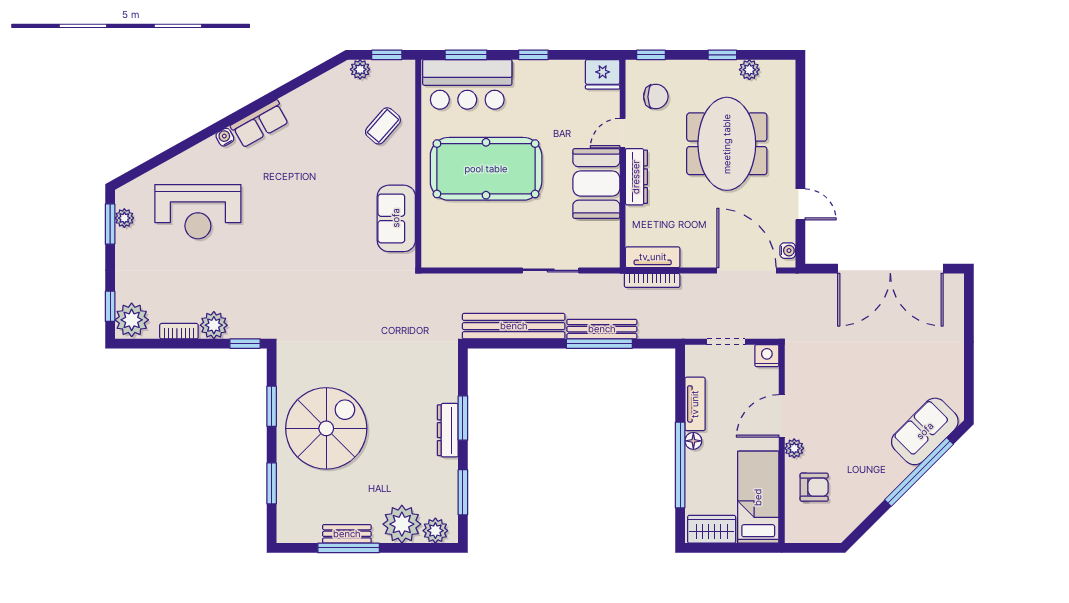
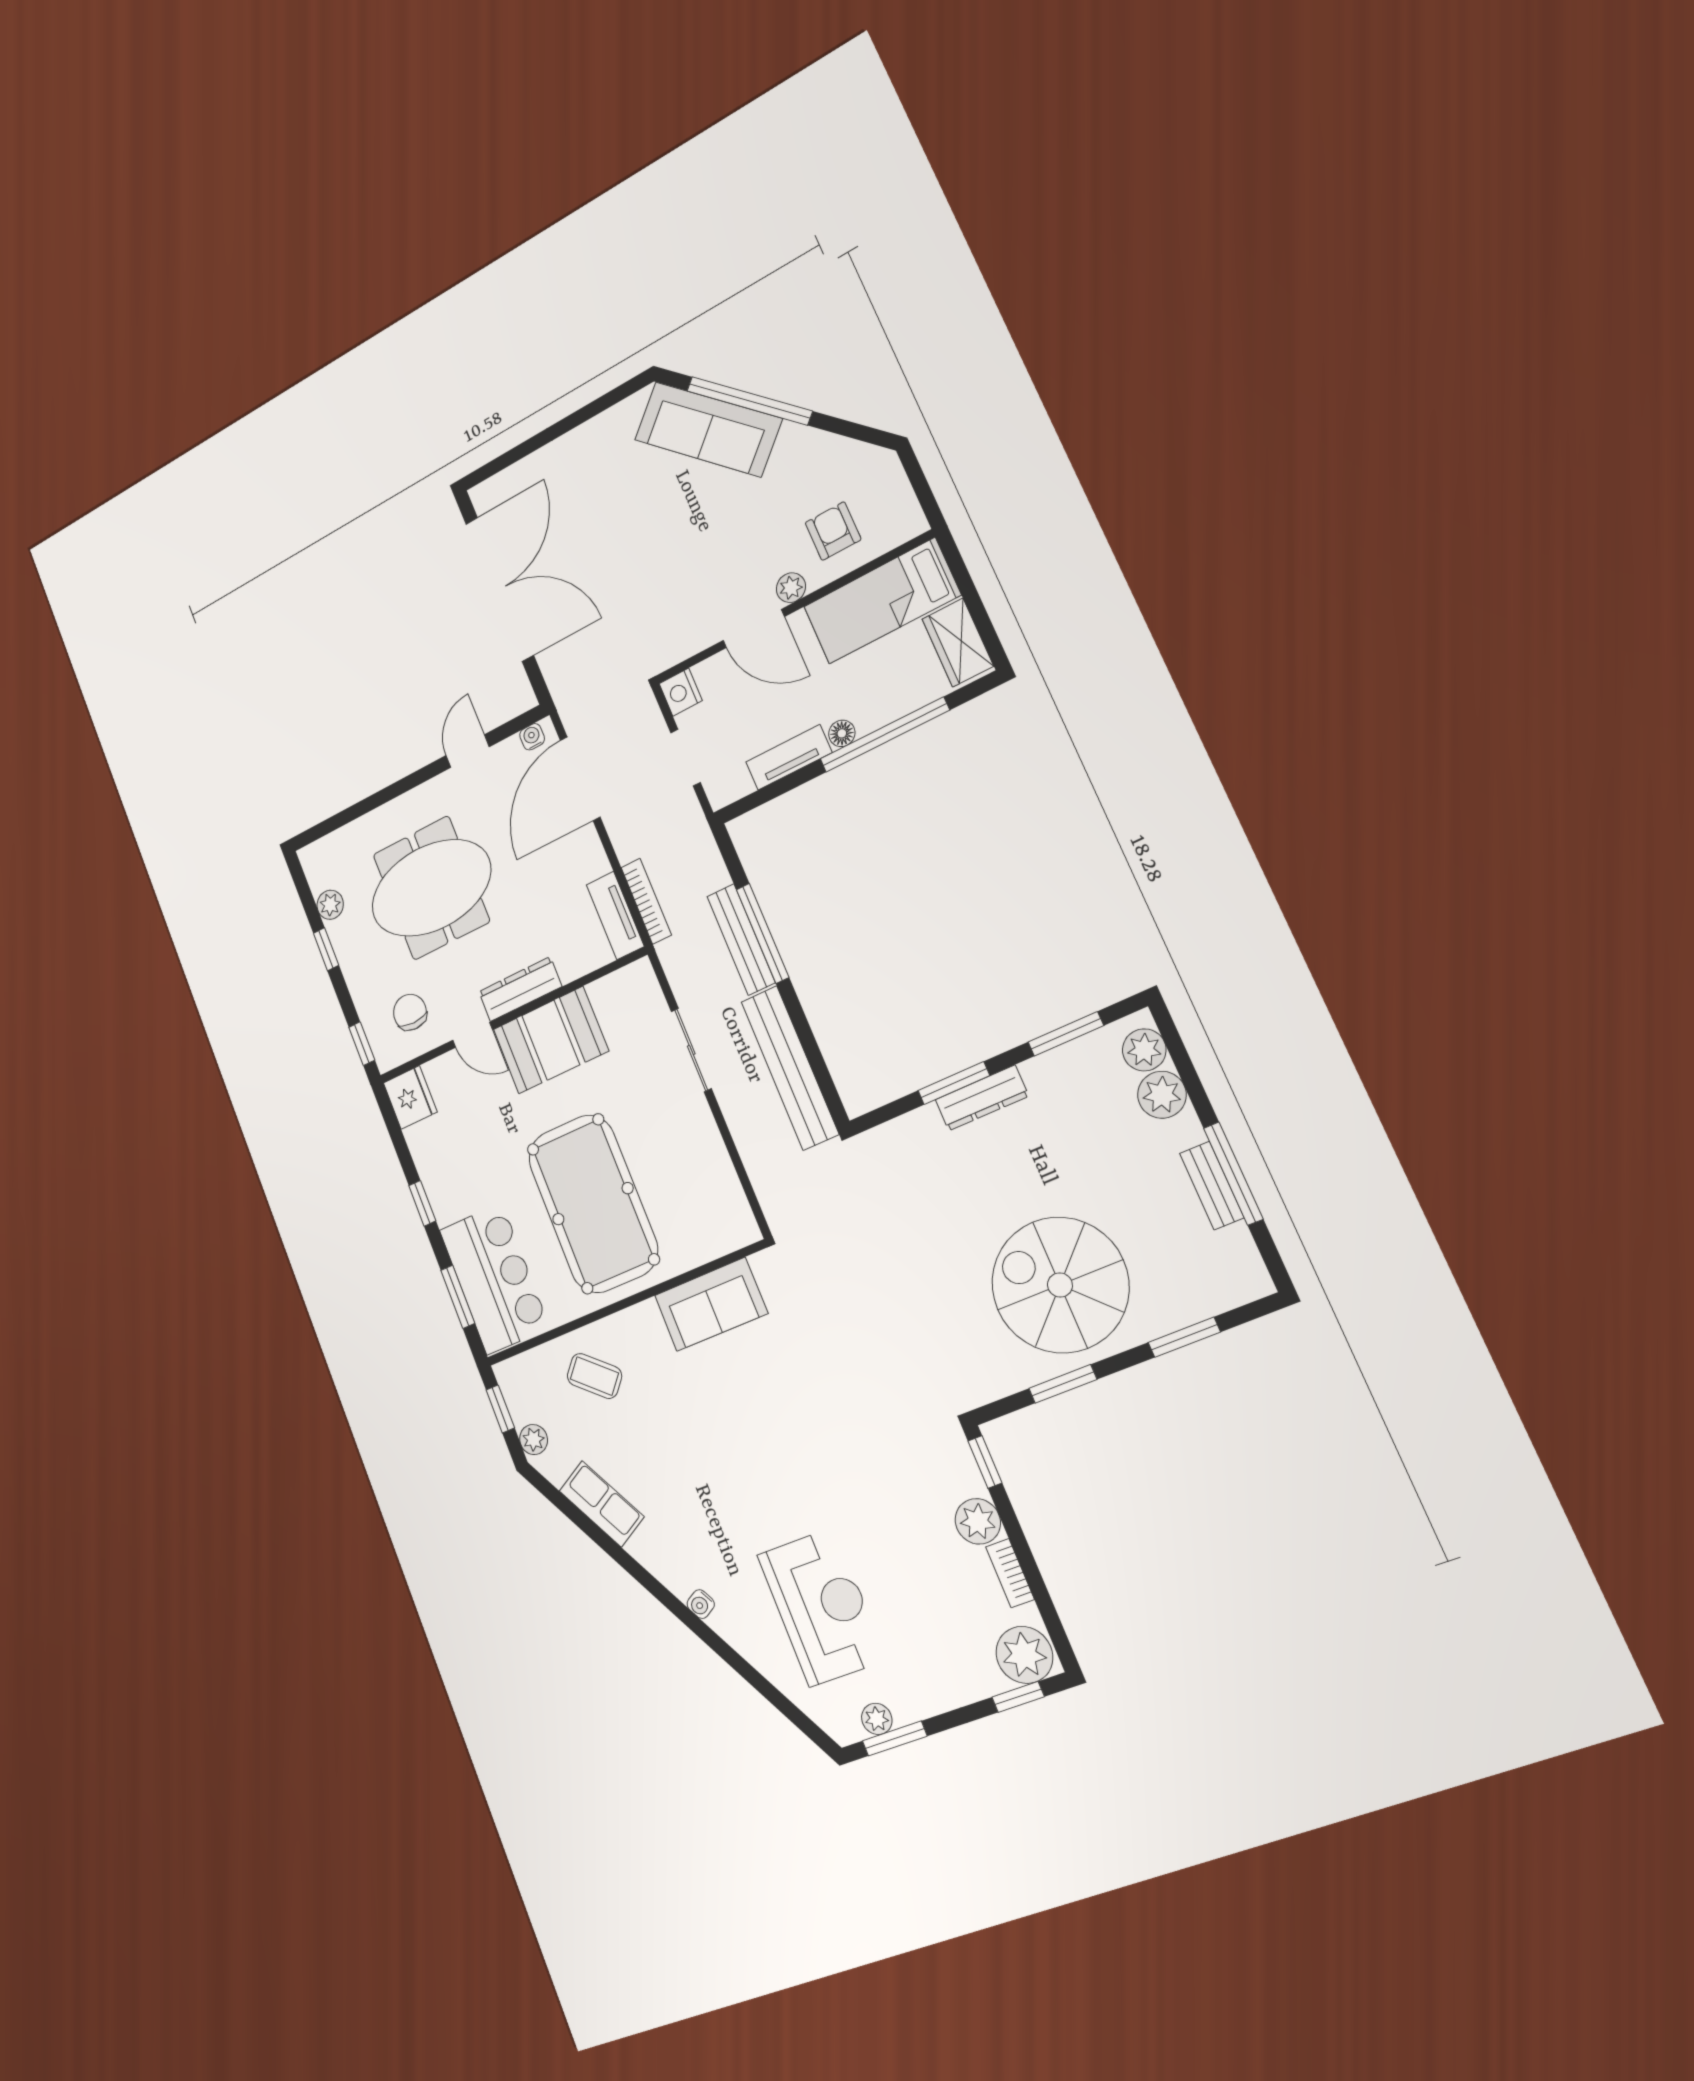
row of seats: (260, 124) -> (602, 1504), moved
sofa: (925, 431) -> (708, 429), width x1.36
plant: (402, 524) -> (1162, 1095), width x0.73, depth x0.73

